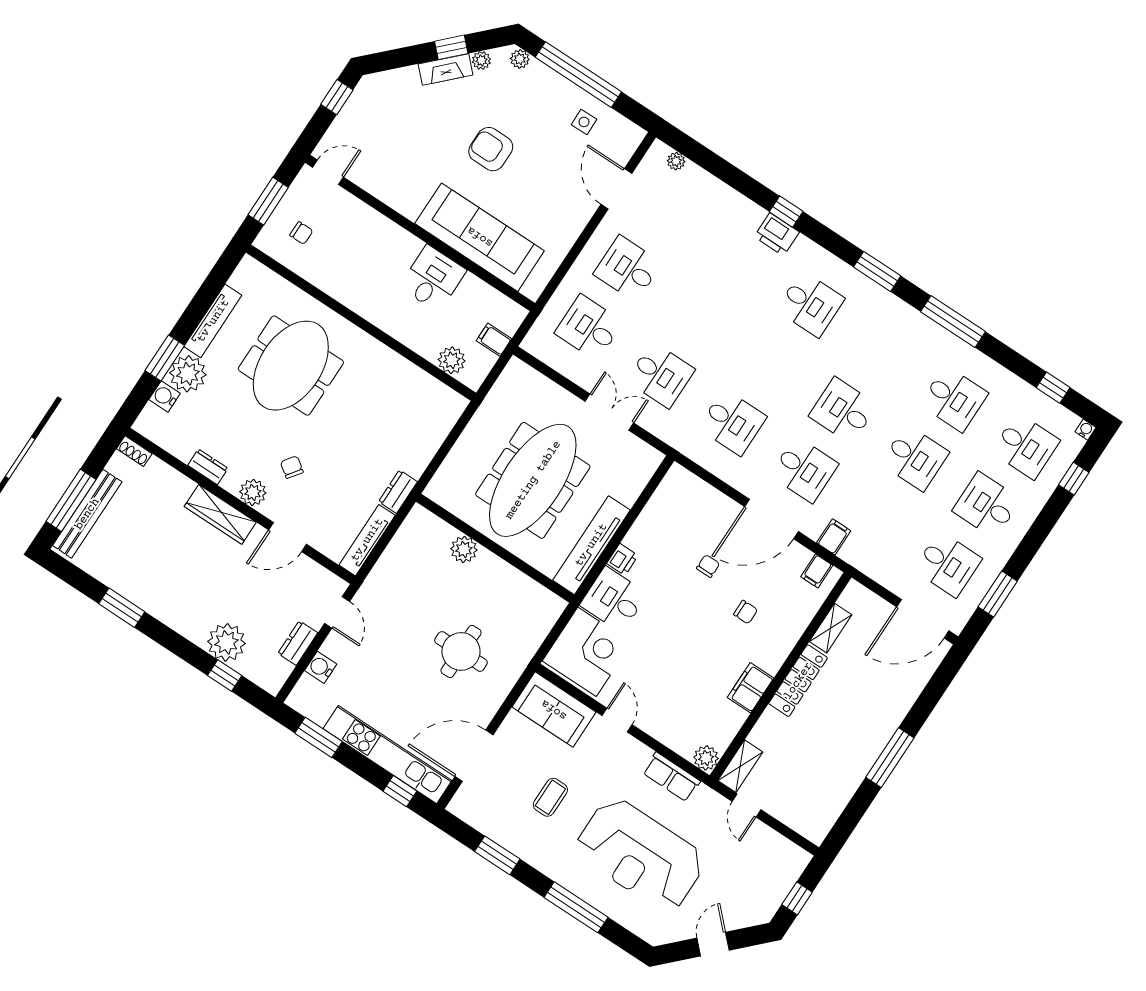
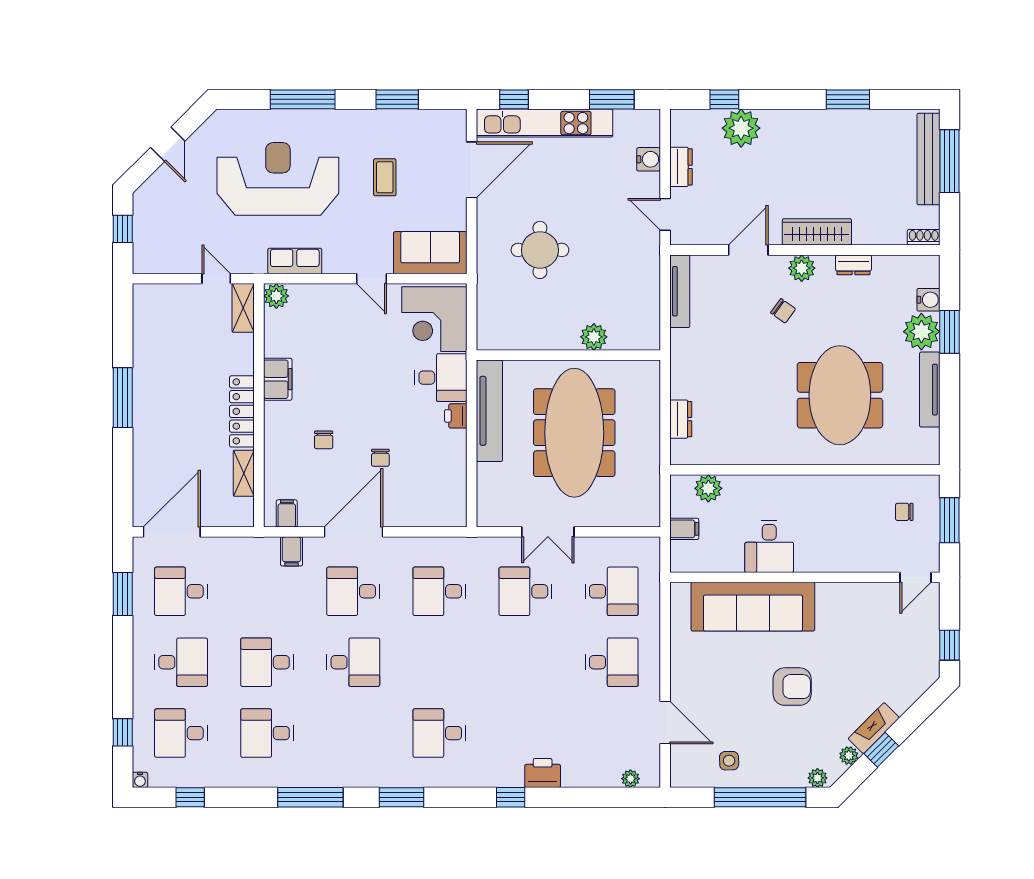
printer: (777, 234) -> (543, 773), moved
dresser: (398, 492) -> (681, 419), moved
chair: (746, 612) -> (324, 440), turned -90

